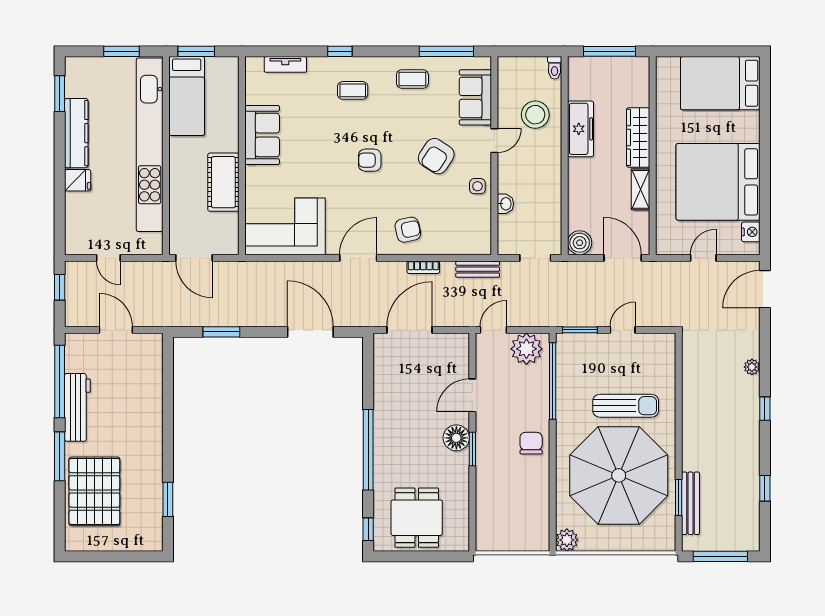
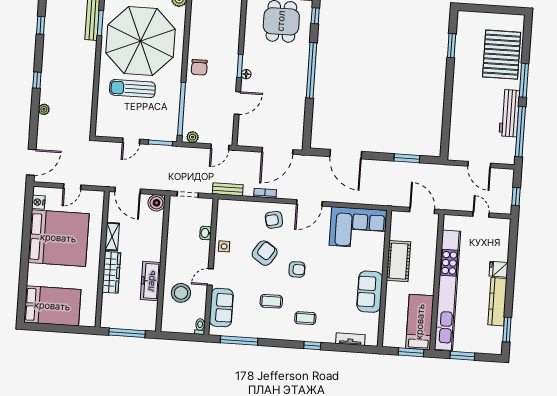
toilet: (555, 68) -> (200, 327), moved
coffee table: (412, 79) -> (271, 301), moved
armchair: (436, 156) -> (265, 253), moved
plant: (526, 349) -> (193, 137), width x0.53, depth x0.53
floor lamp: (456, 438) -> (246, 74), width x0.53, depth x0.53

